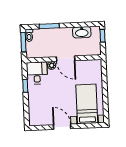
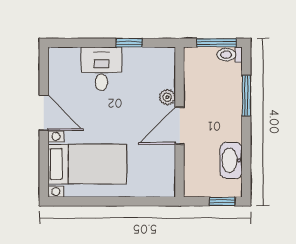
desk: (37, 73) -> (101, 69), moved, turned -90
door: (62, 127) -> (44, 113), hinge flipped

